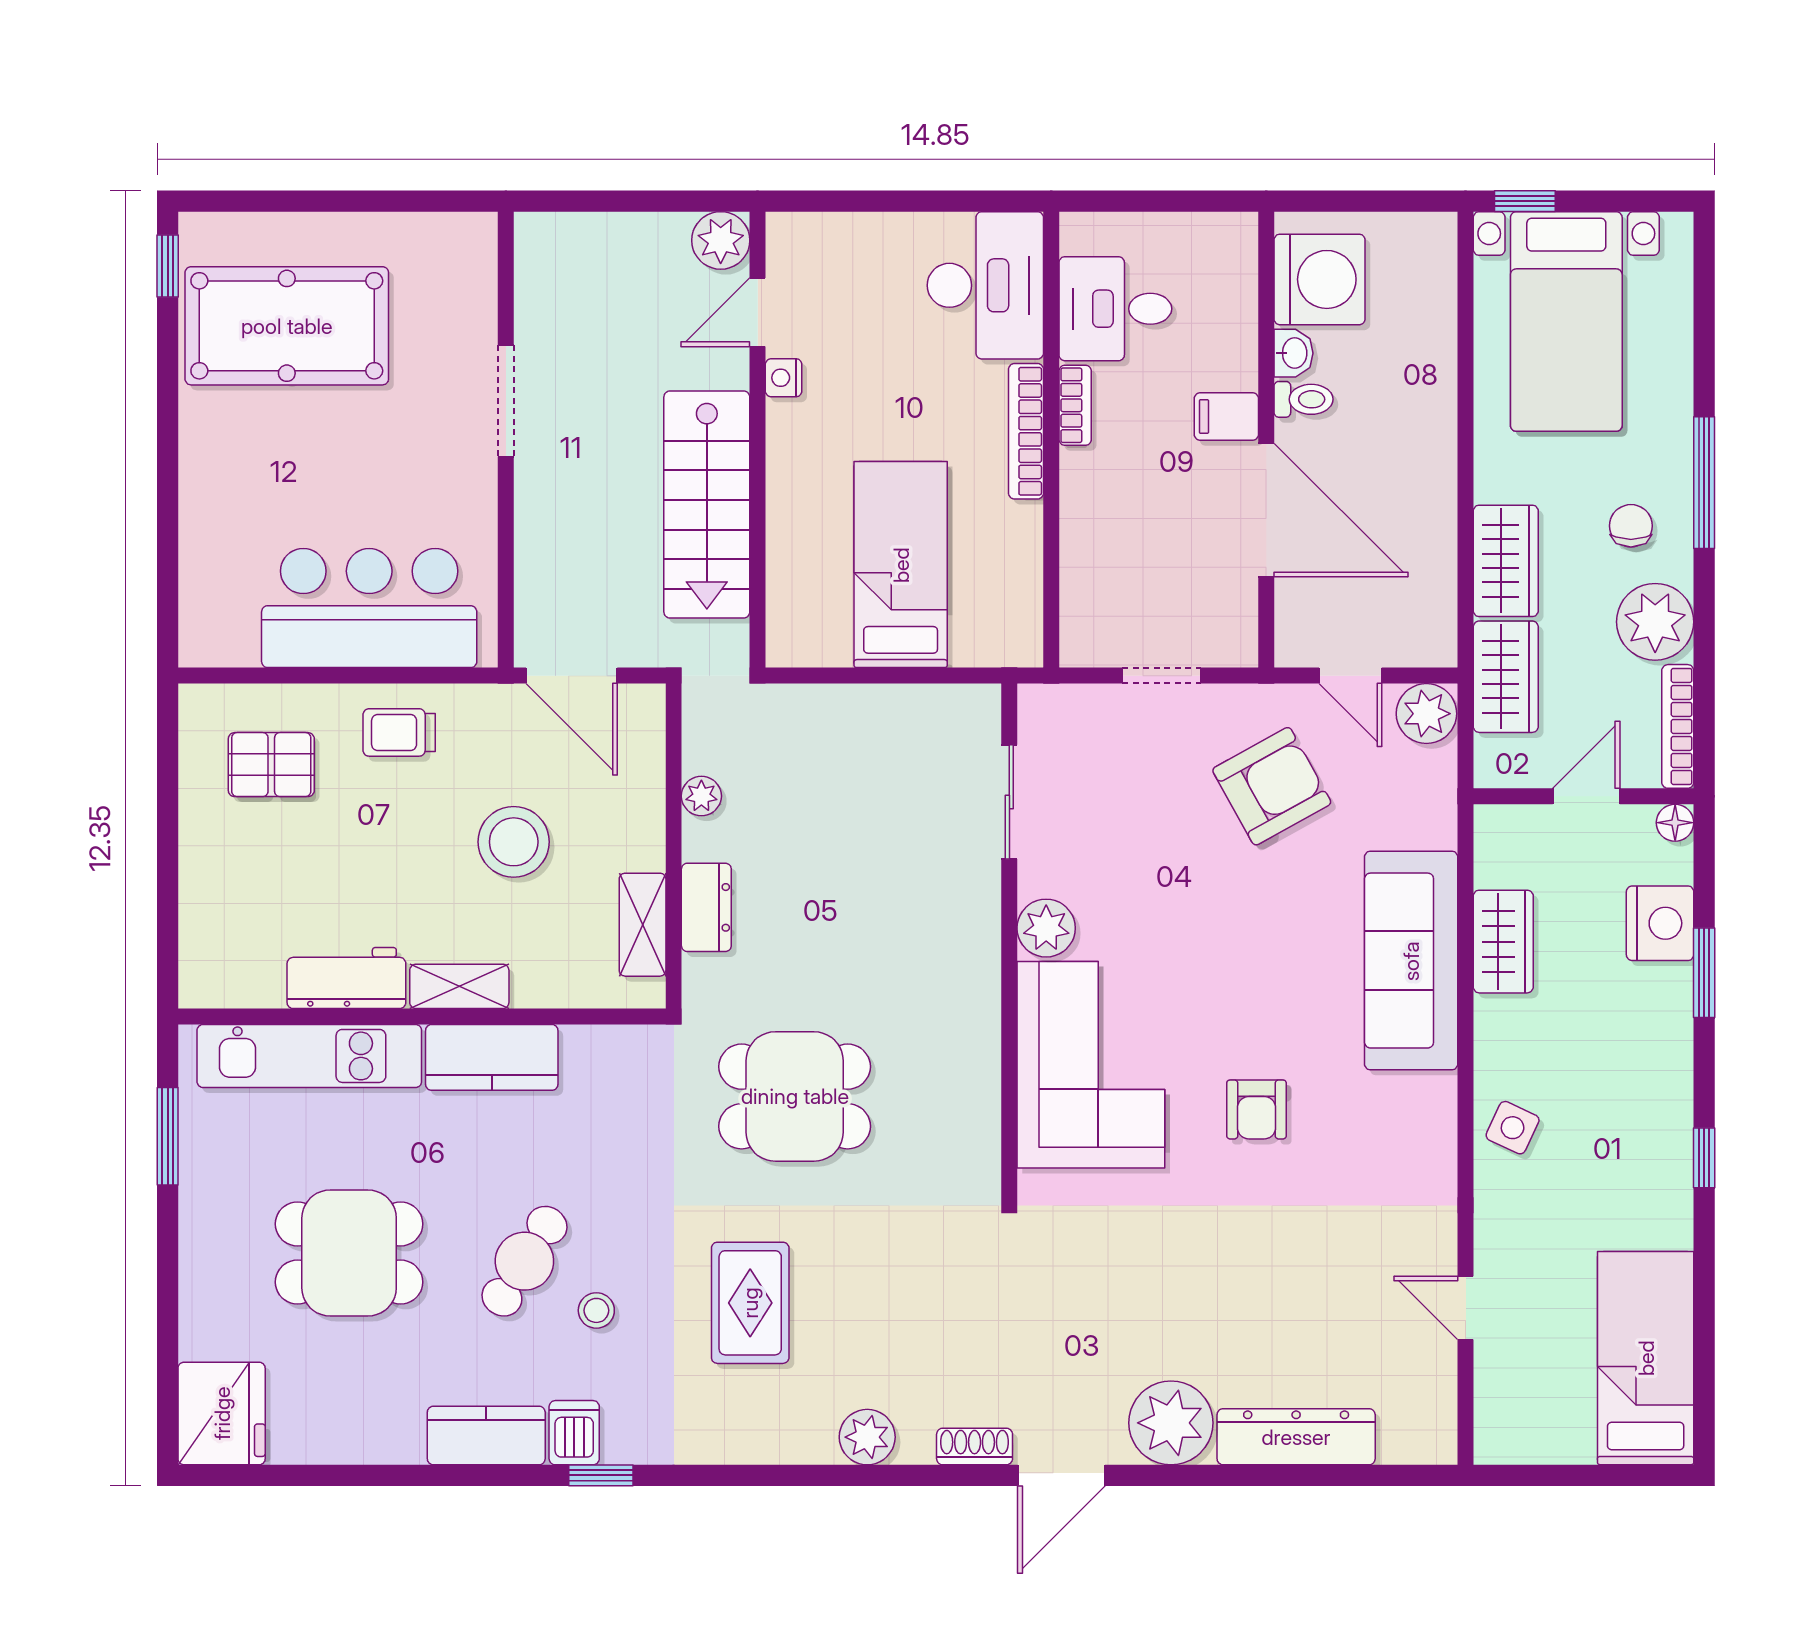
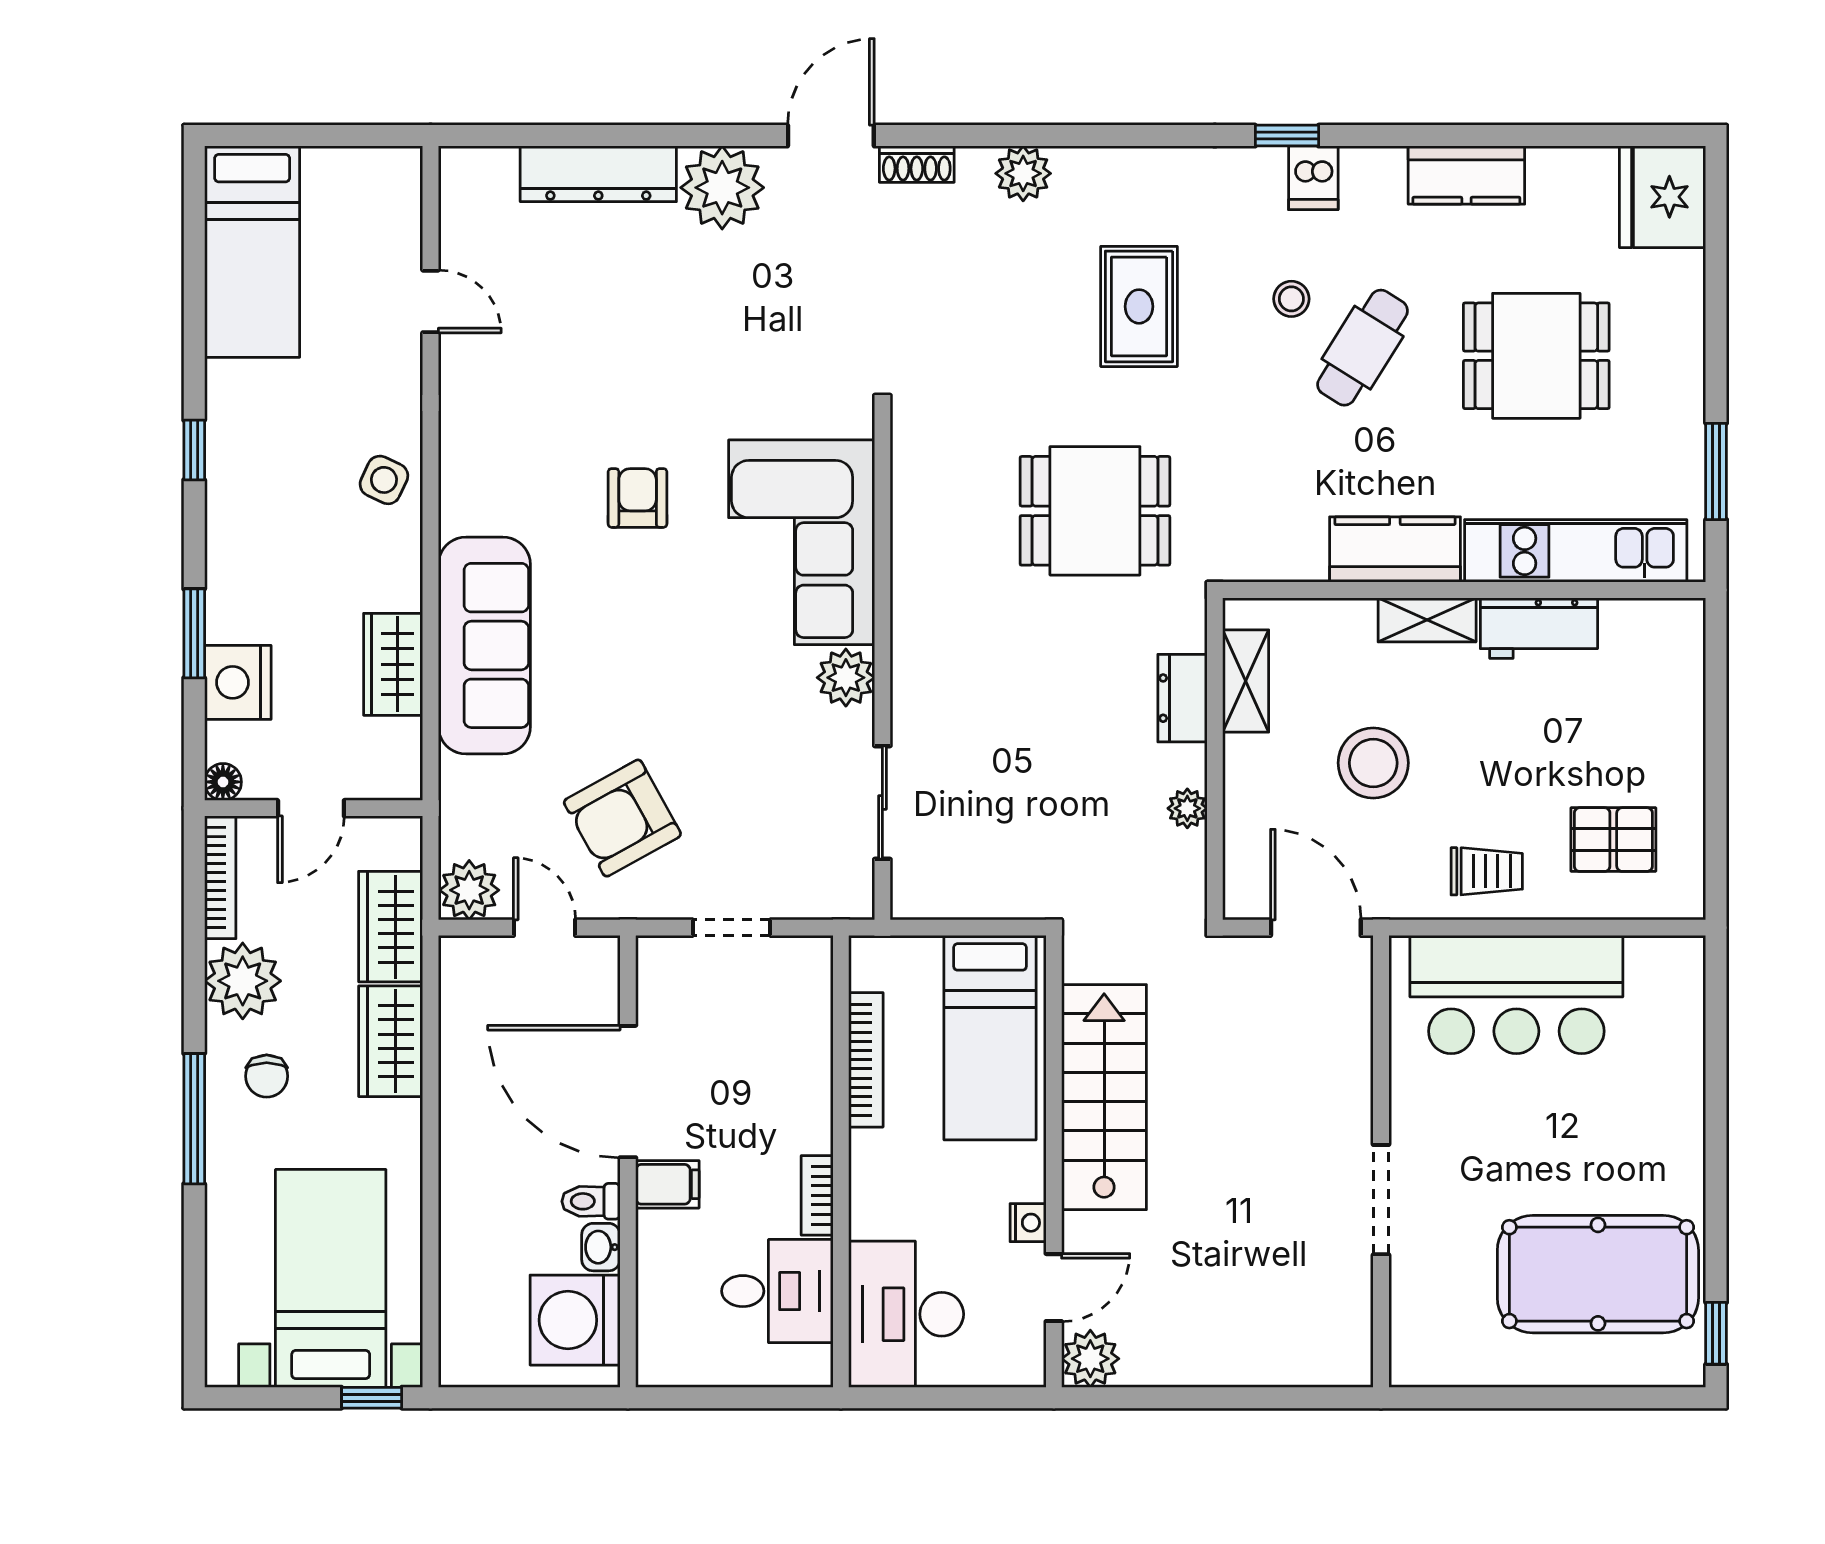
plant: (721, 240) -> (1090, 1359), moved
door: (758, 312) -> (1054, 1288), moved
nightstand: (784, 378) -> (1028, 1223), moved
bookcase: (1026, 431) -> (866, 1060), moved
wall: (758, 440) -> (1054, 1161), moved
stairs: (707, 505) -> (1104, 1097), moved
kitchen counter: (486, 1435) -> (1466, 175), moved

